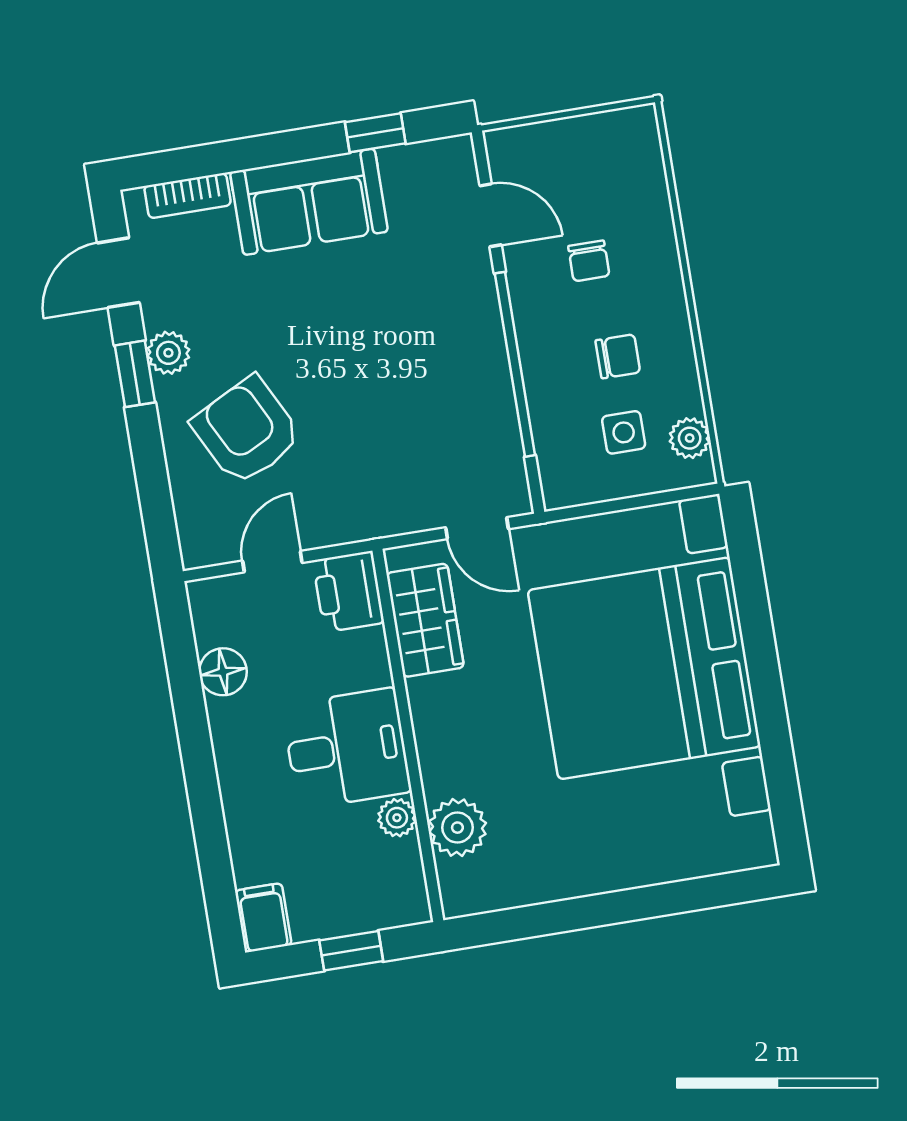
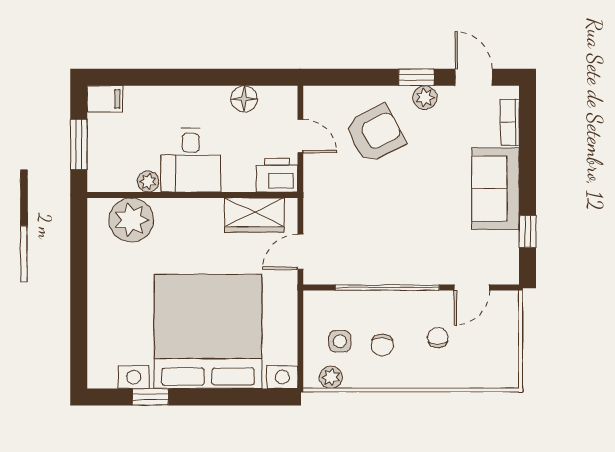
chair: (589, 261) -> (438, 338), turned 90
window: (777, 751) -> (150, 397), added
plant: (457, 828) -> (131, 220), width x1.36, depth x1.36
window: (351, 951) -> (79, 144), width x1.50

